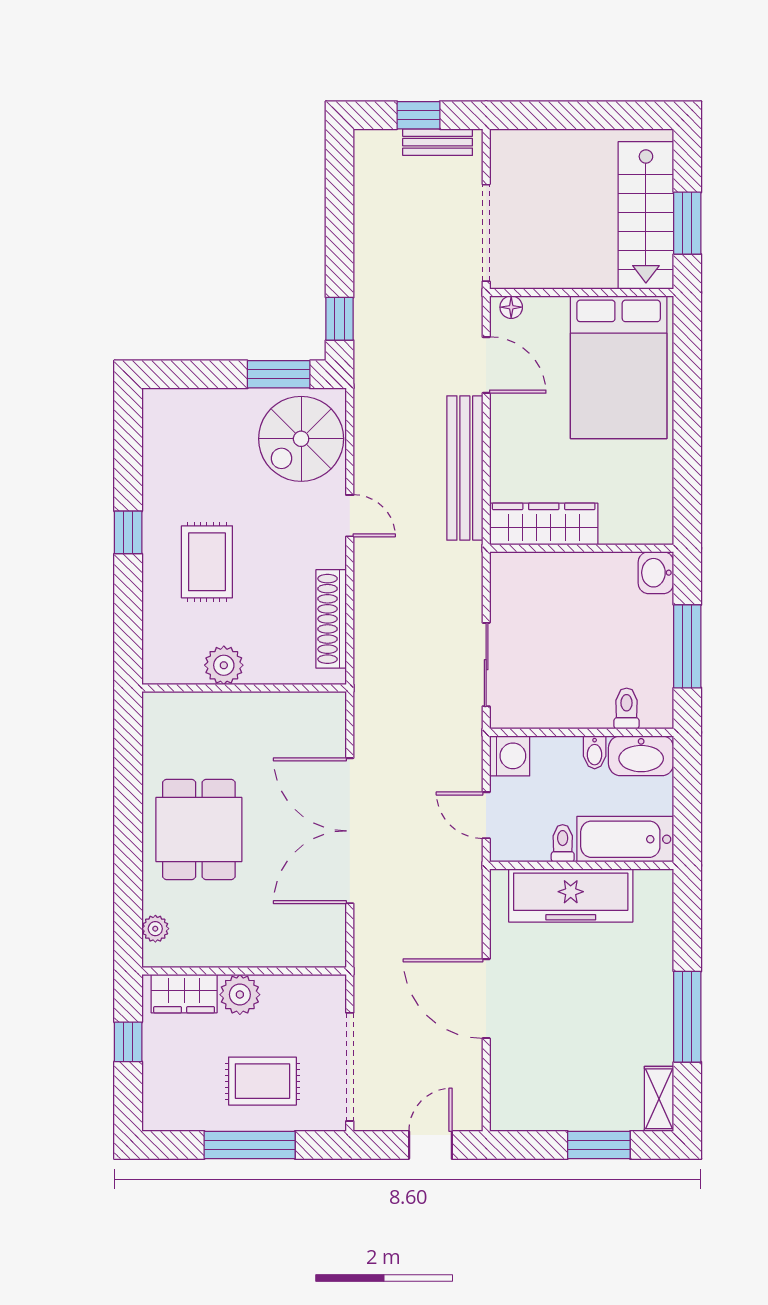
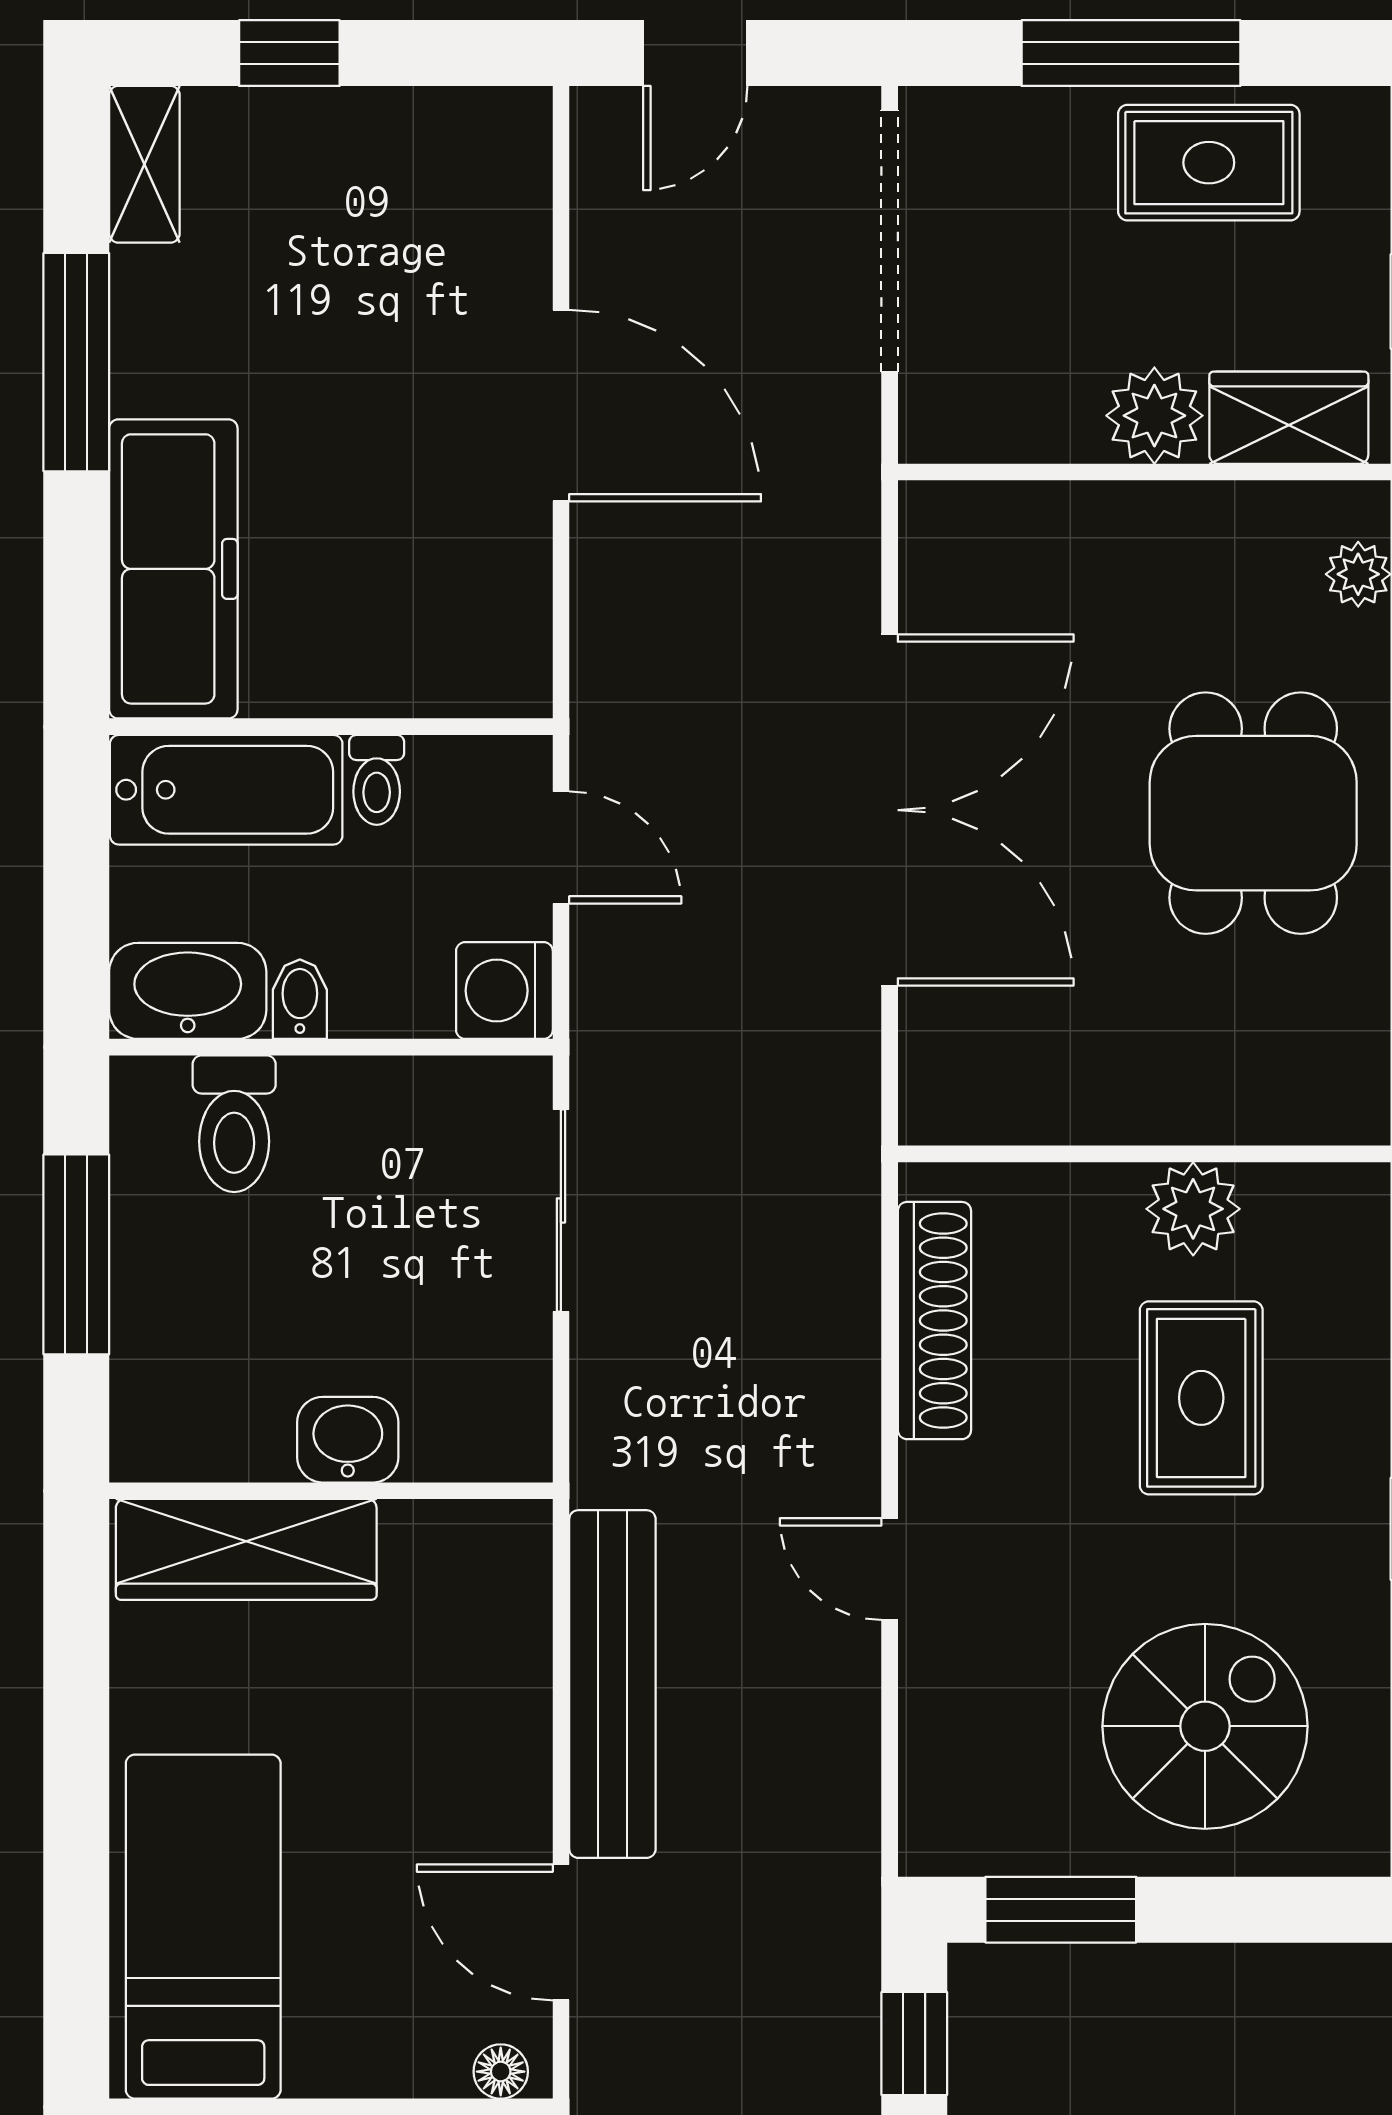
bed: (619, 367) -> (203, 1927), width x0.67
spiral stairs: (301, 439) -> (1205, 1726), moved
wardrobe: (544, 524) -> (246, 1549), moved
rug: (207, 562) -> (1201, 1398), moved
washbasin: (656, 573) -> (348, 1440), moved, turned -90
toilet: (627, 709) -> (234, 1124), width x1.37, depth x1.39
freezer: (571, 895) -> (173, 569), moved, turned 90
rug: (262, 1081) -> (1209, 163), moved
window: (599, 1145) -> (289, 53), width x0.67

